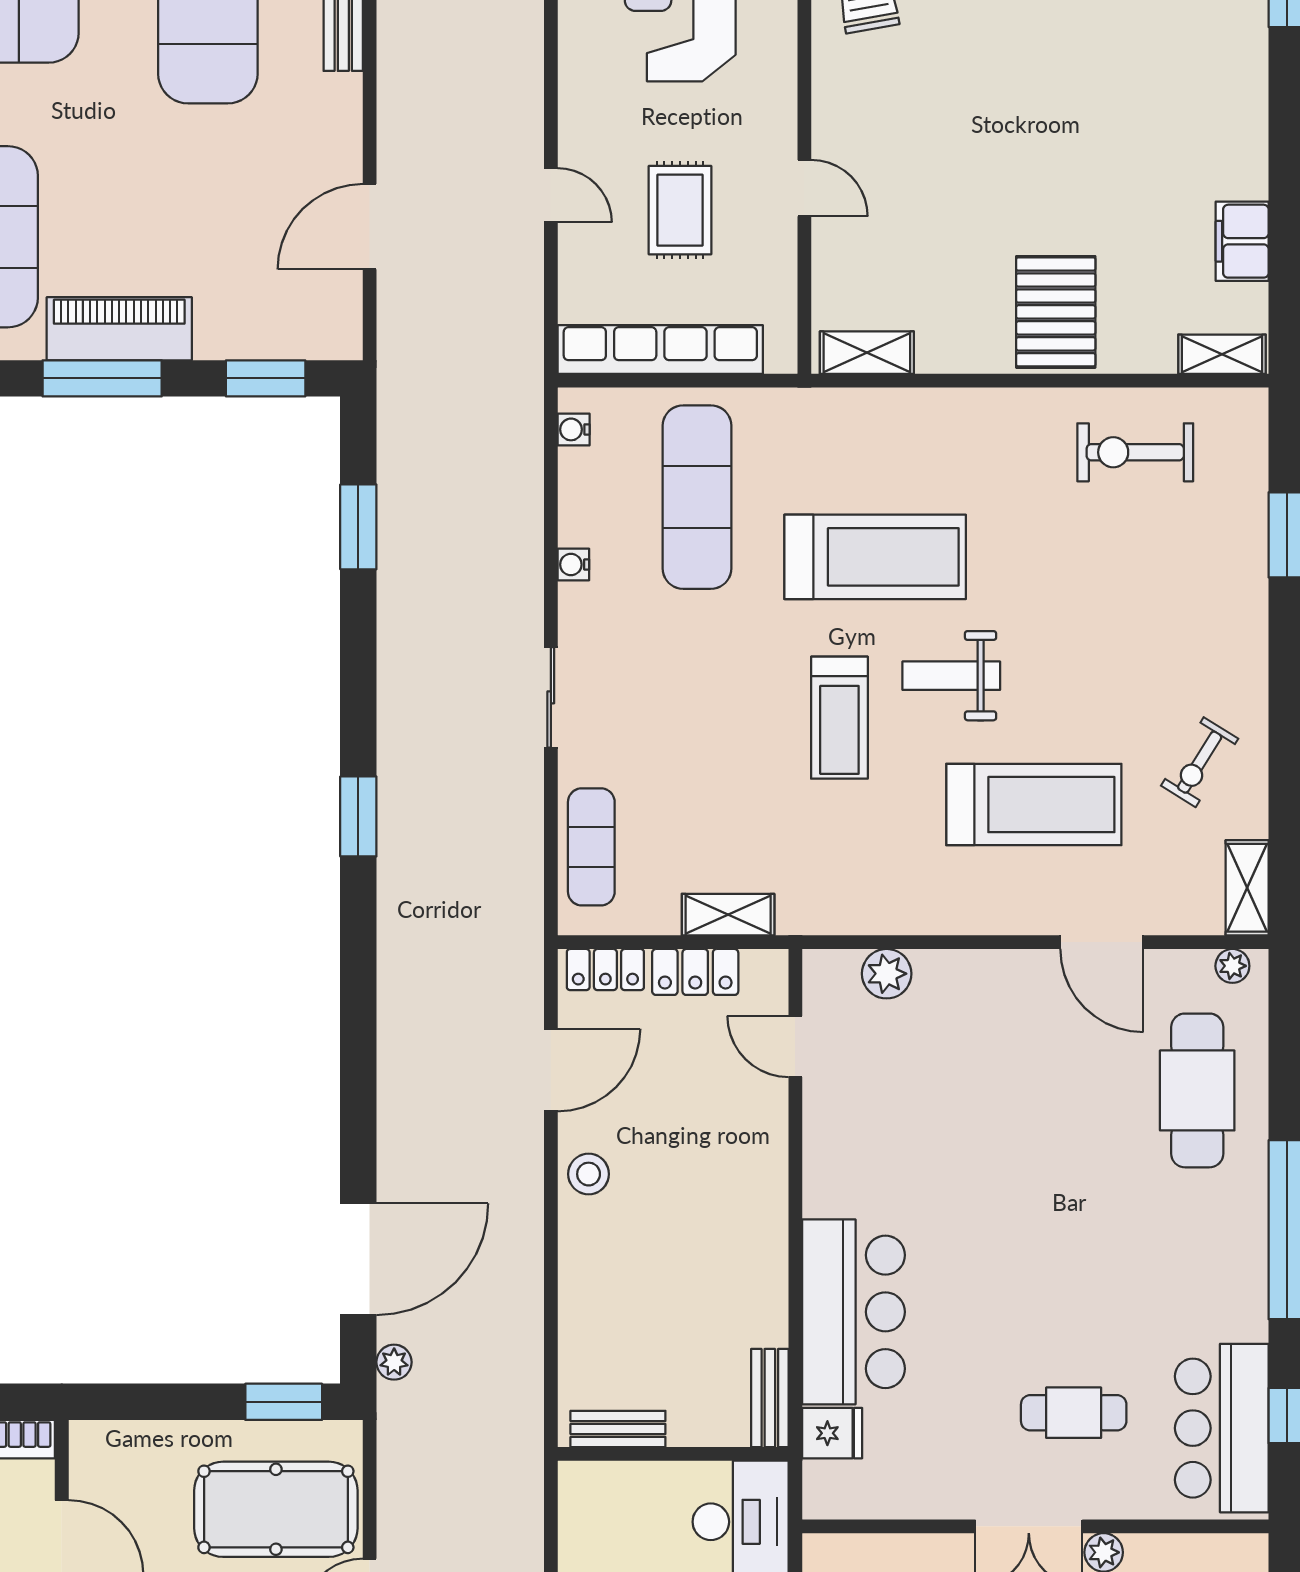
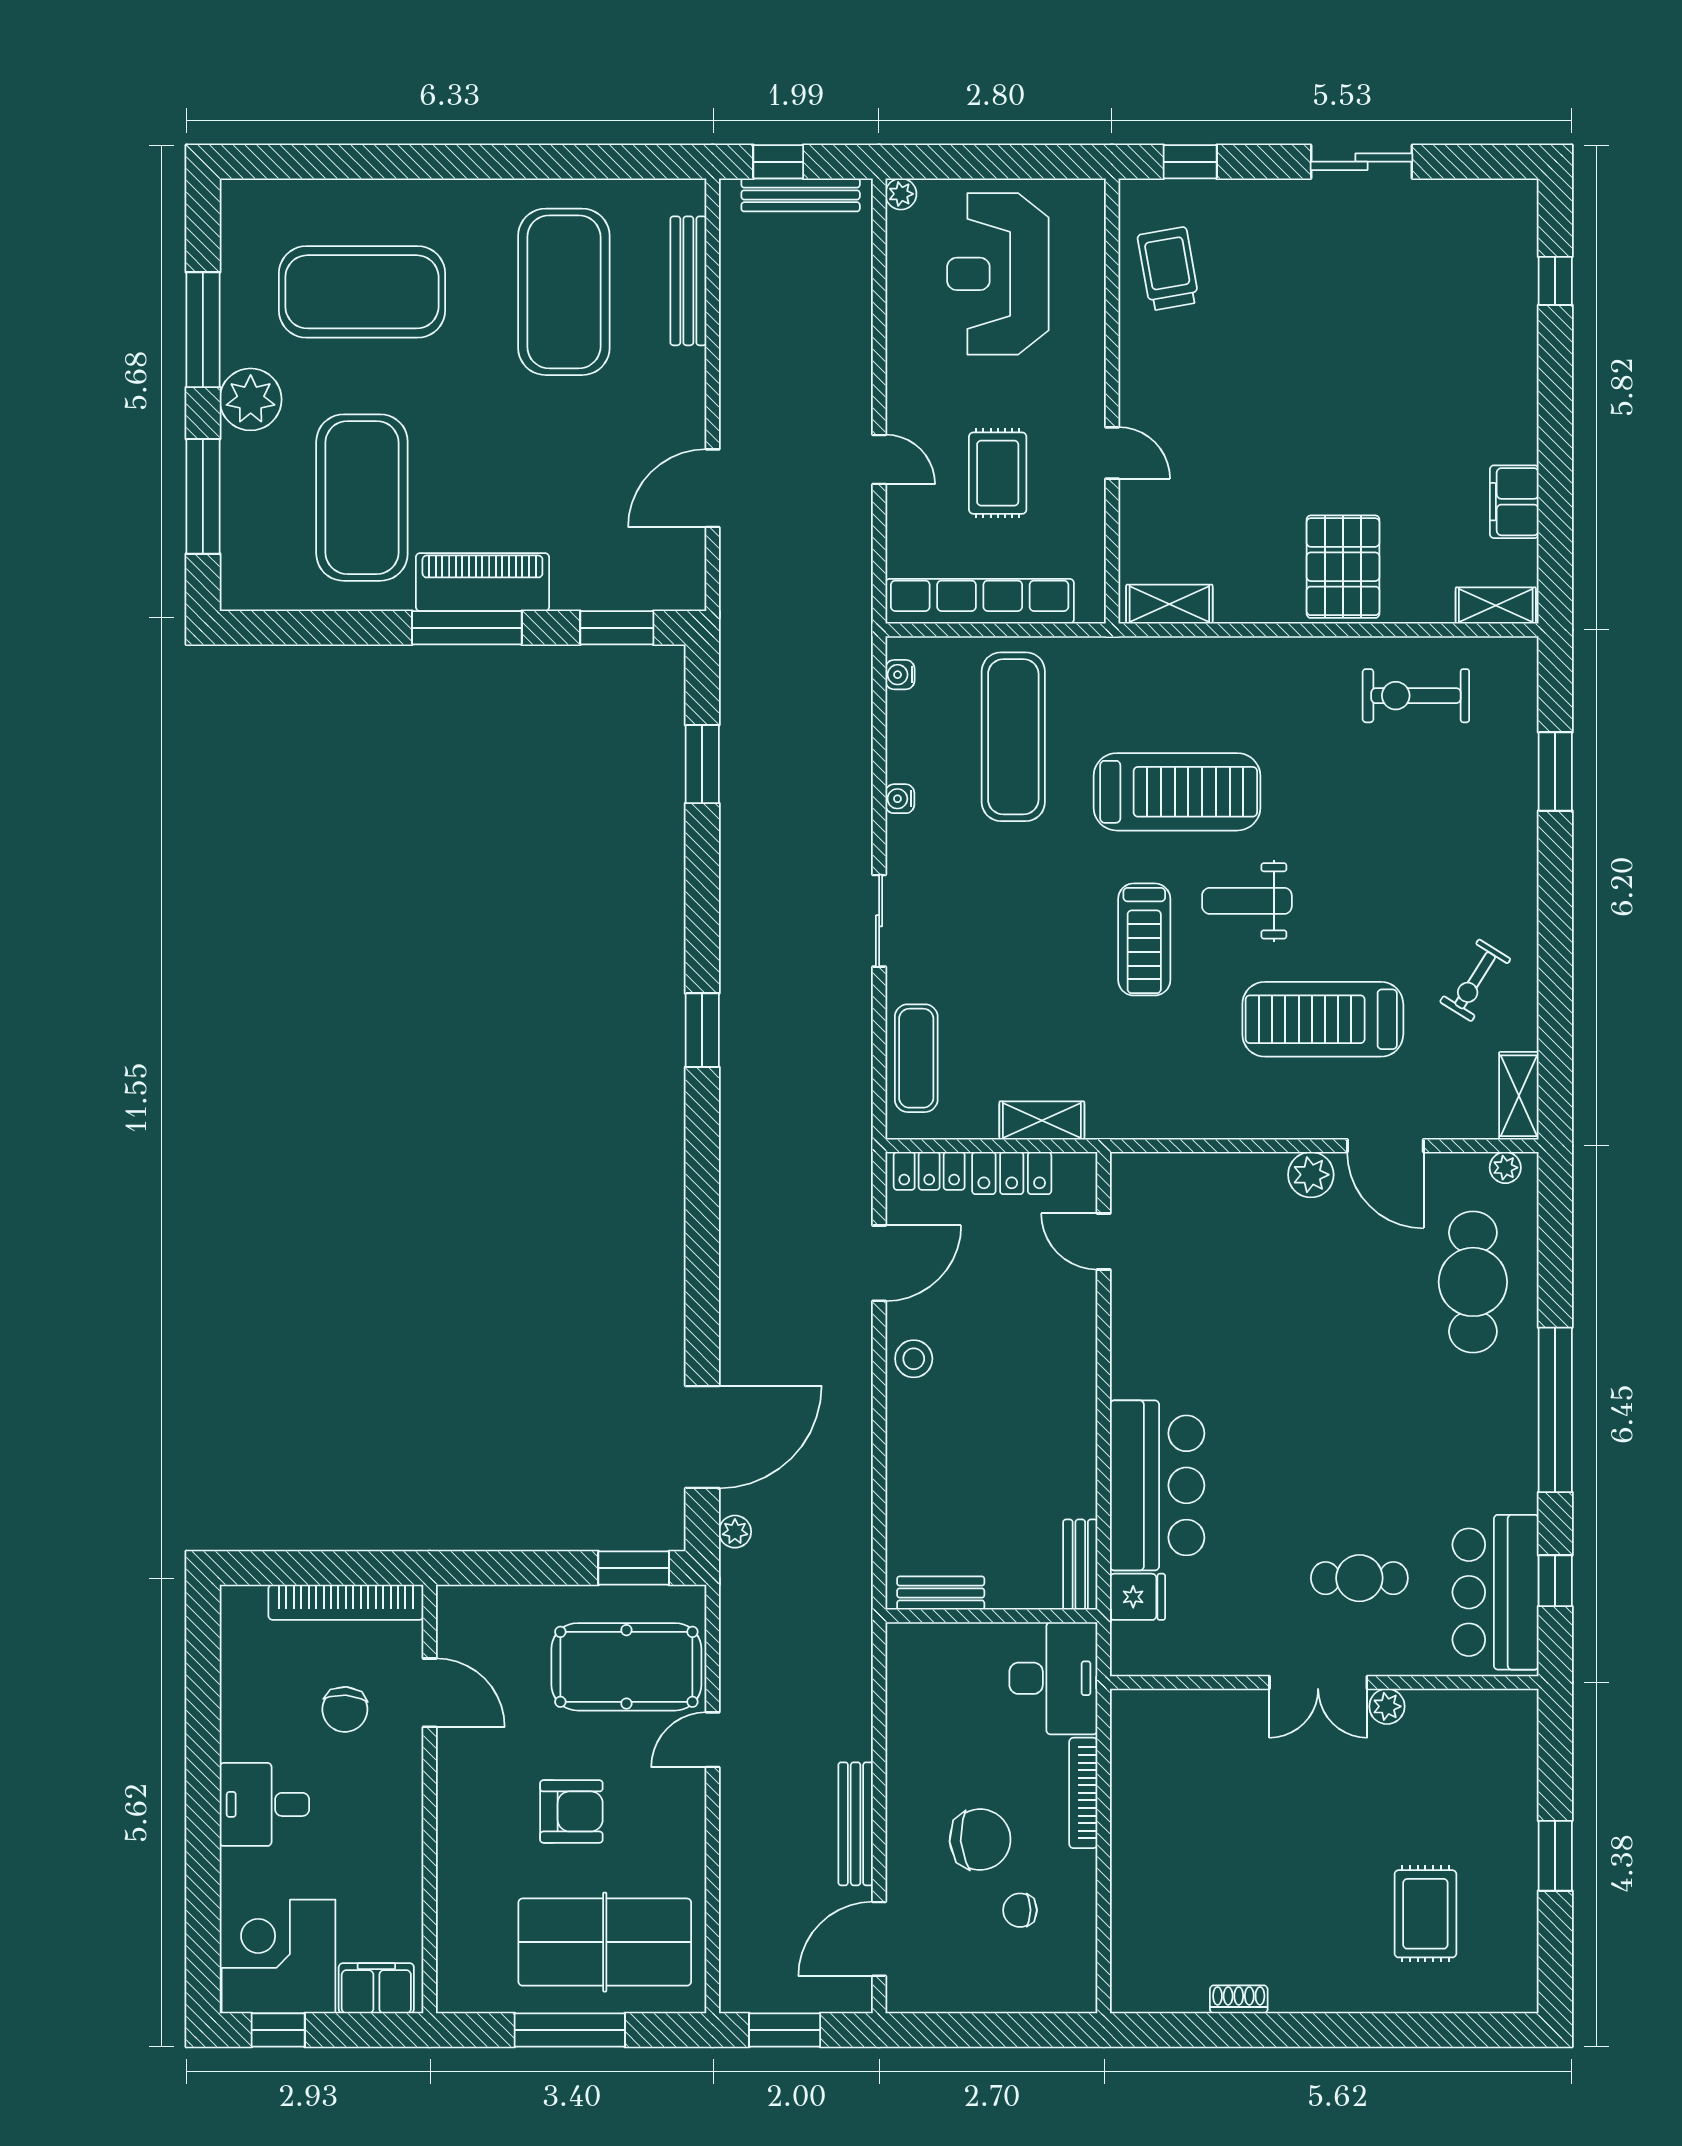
treadmill: (1034, 805) -> (1323, 1019), turned 180
plant: (887, 974) -> (1311, 1175), moved

